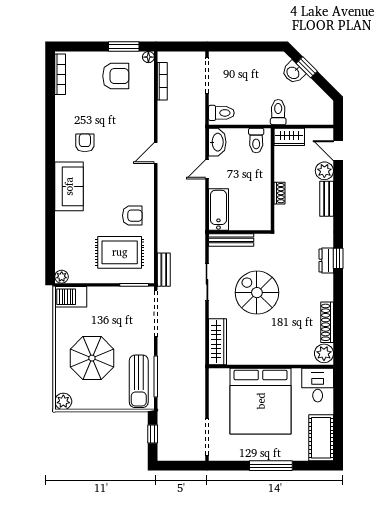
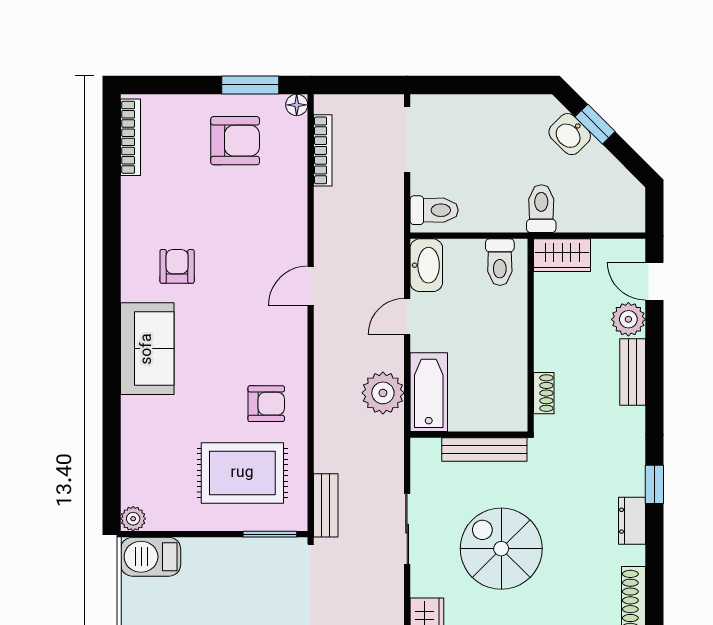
shoe rack: (280, 193) -> (544, 393), moved
plant: (194, 210) -> (383, 393), added
bench: (231, 240) -> (484, 450), moved
dresser: (326, 260) -> (632, 521), moved

